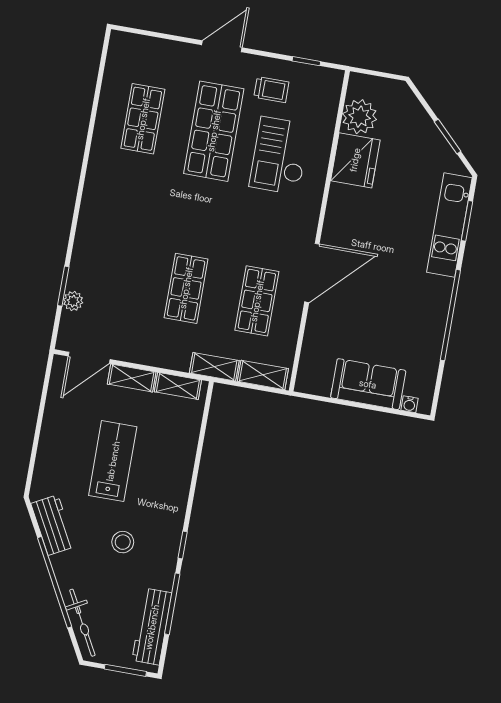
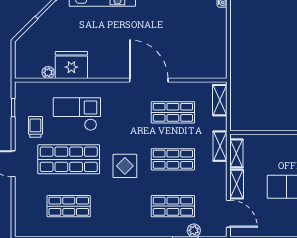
plant: (360, 117) -> (48, 72), width x0.53, depth x0.53
checkout: (280, 156) -> (77, 114), turned 180
display table: (189, 214) -> (125, 166), added
shop shelf: (115, 276) -> (173, 206), added
shelving: (214, 367) -> (220, 146), moved
sofa: (368, 384) -> (214, 31), removed

